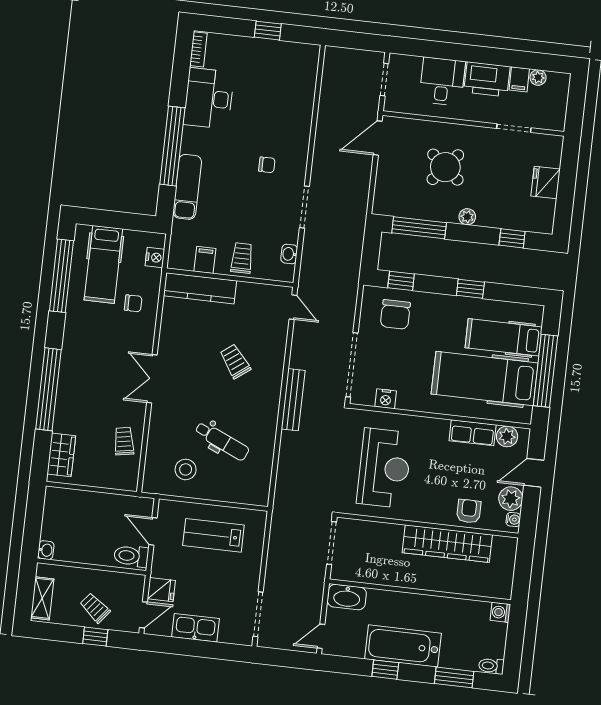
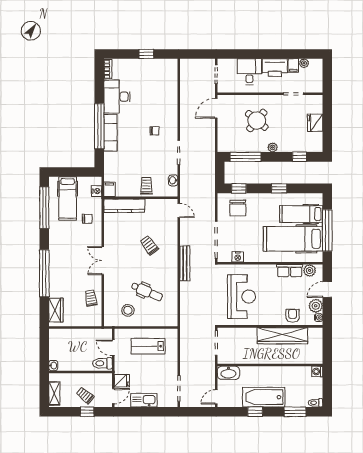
exam couch: (187, 187) -> (110, 133), moved
filing cabinet: (205, 260) -> (109, 189), moved

